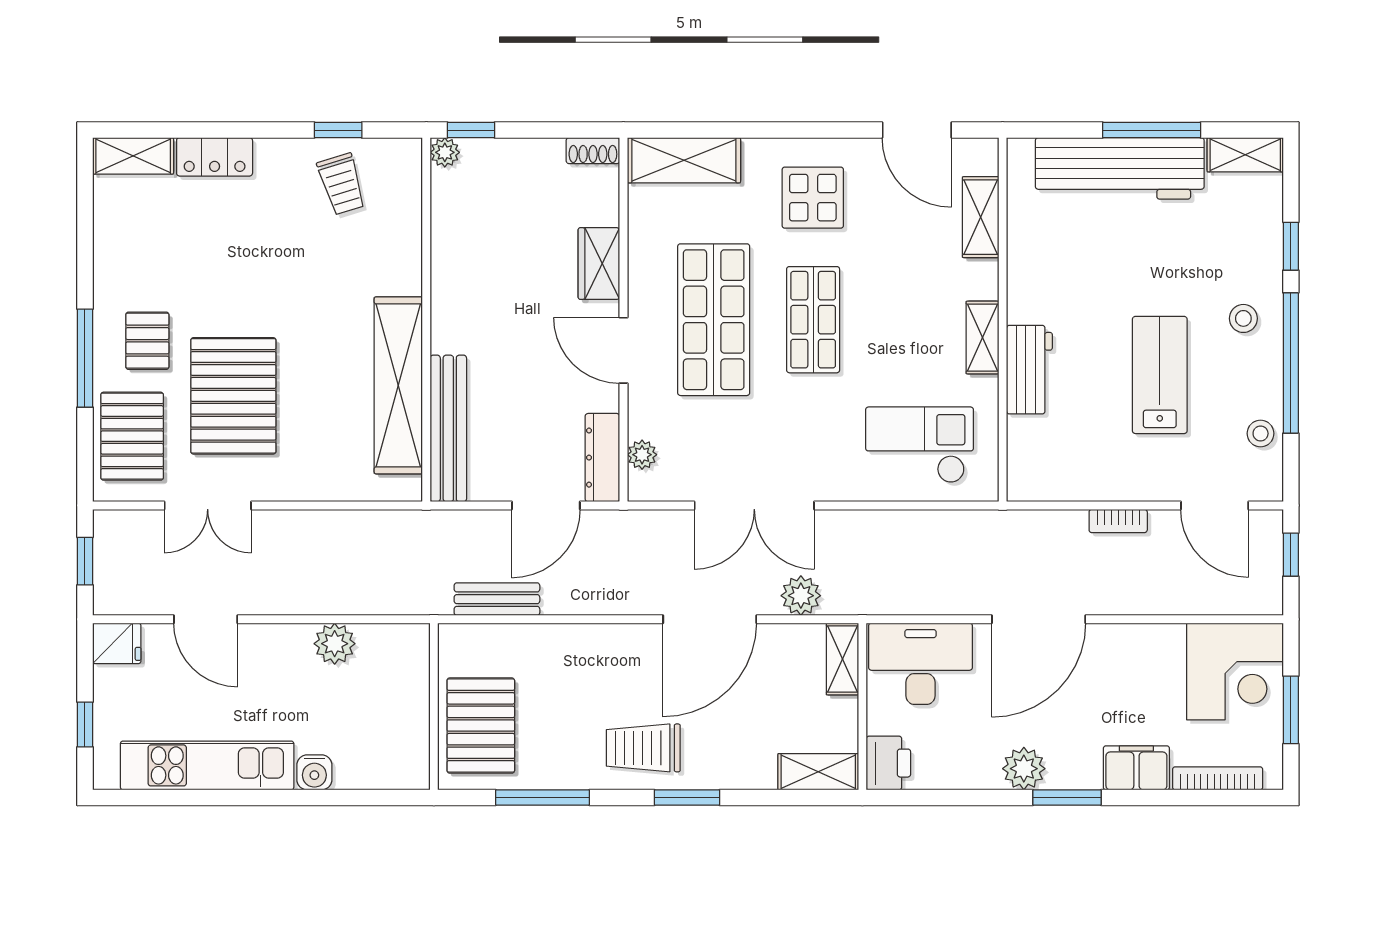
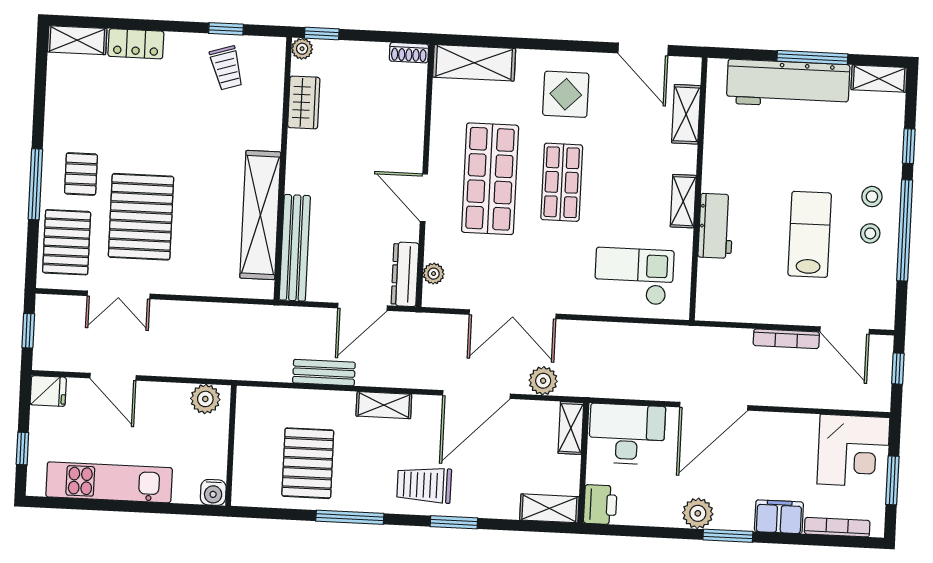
wardrobe: (599, 264) -> (304, 102), moved, turned 180
stool: (1261, 433) -> (870, 233), moved
bookcase: (1118, 521) -> (786, 339), width x1.56
shelving: (582, 640) -> (384, 405), added
wall: (434, 706) -> (231, 446), moved
water cooler: (314, 772) -> (213, 492), moved

